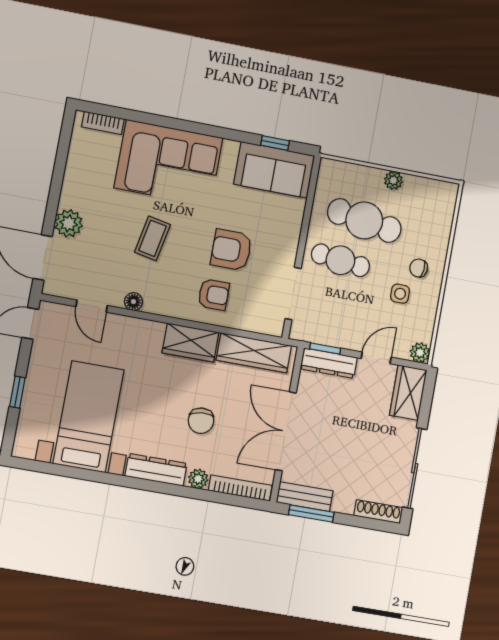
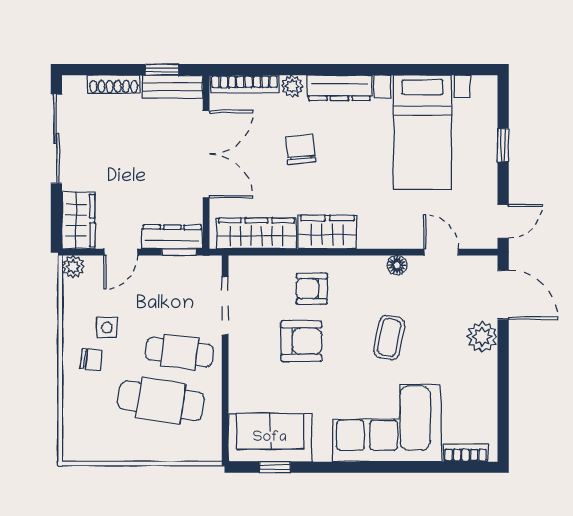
plant: (393, 180) -> (137, 451), removed
shoe rack: (378, 512) -> (114, 84), moved
window: (311, 513) -> (162, 70), width x0.67

